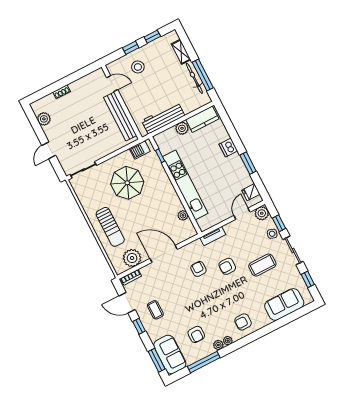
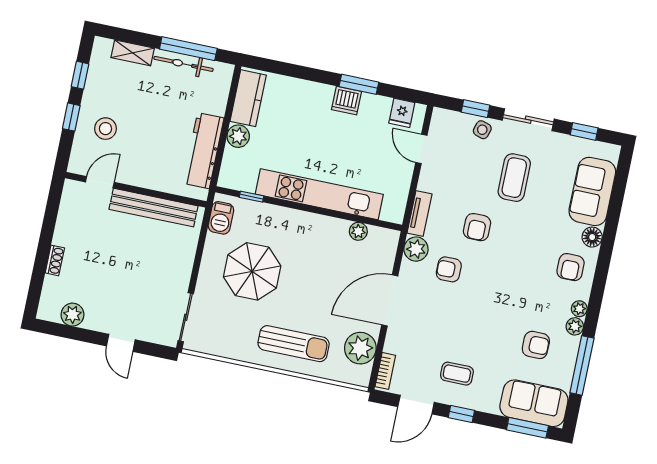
dishwasher: (228, 148) -> (347, 101), moved
plant: (262, 213) -> (416, 249), moved
floor lamp: (264, 321) -> (592, 237), added

